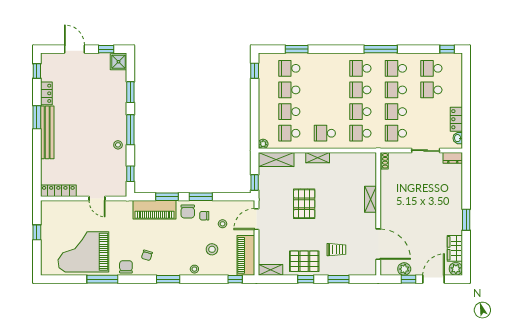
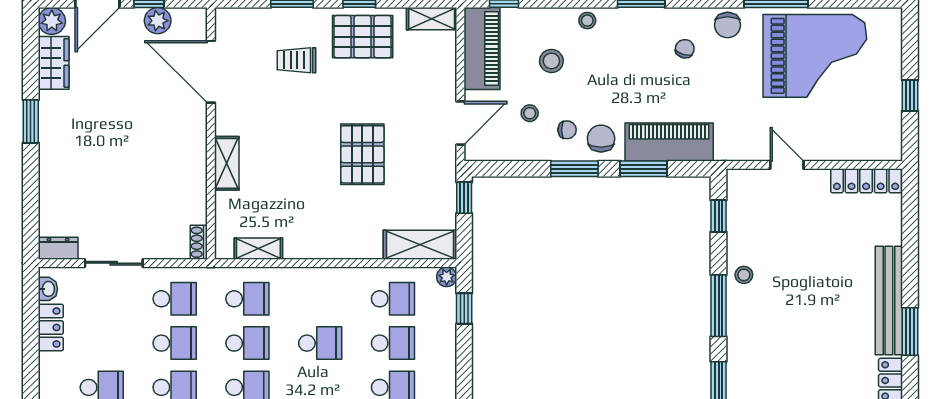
window: (255, 128) -> (464, 309), added
school desk: (325, 133) -> (320, 343), moved
shelving: (318, 158) -> (258, 249), moved

